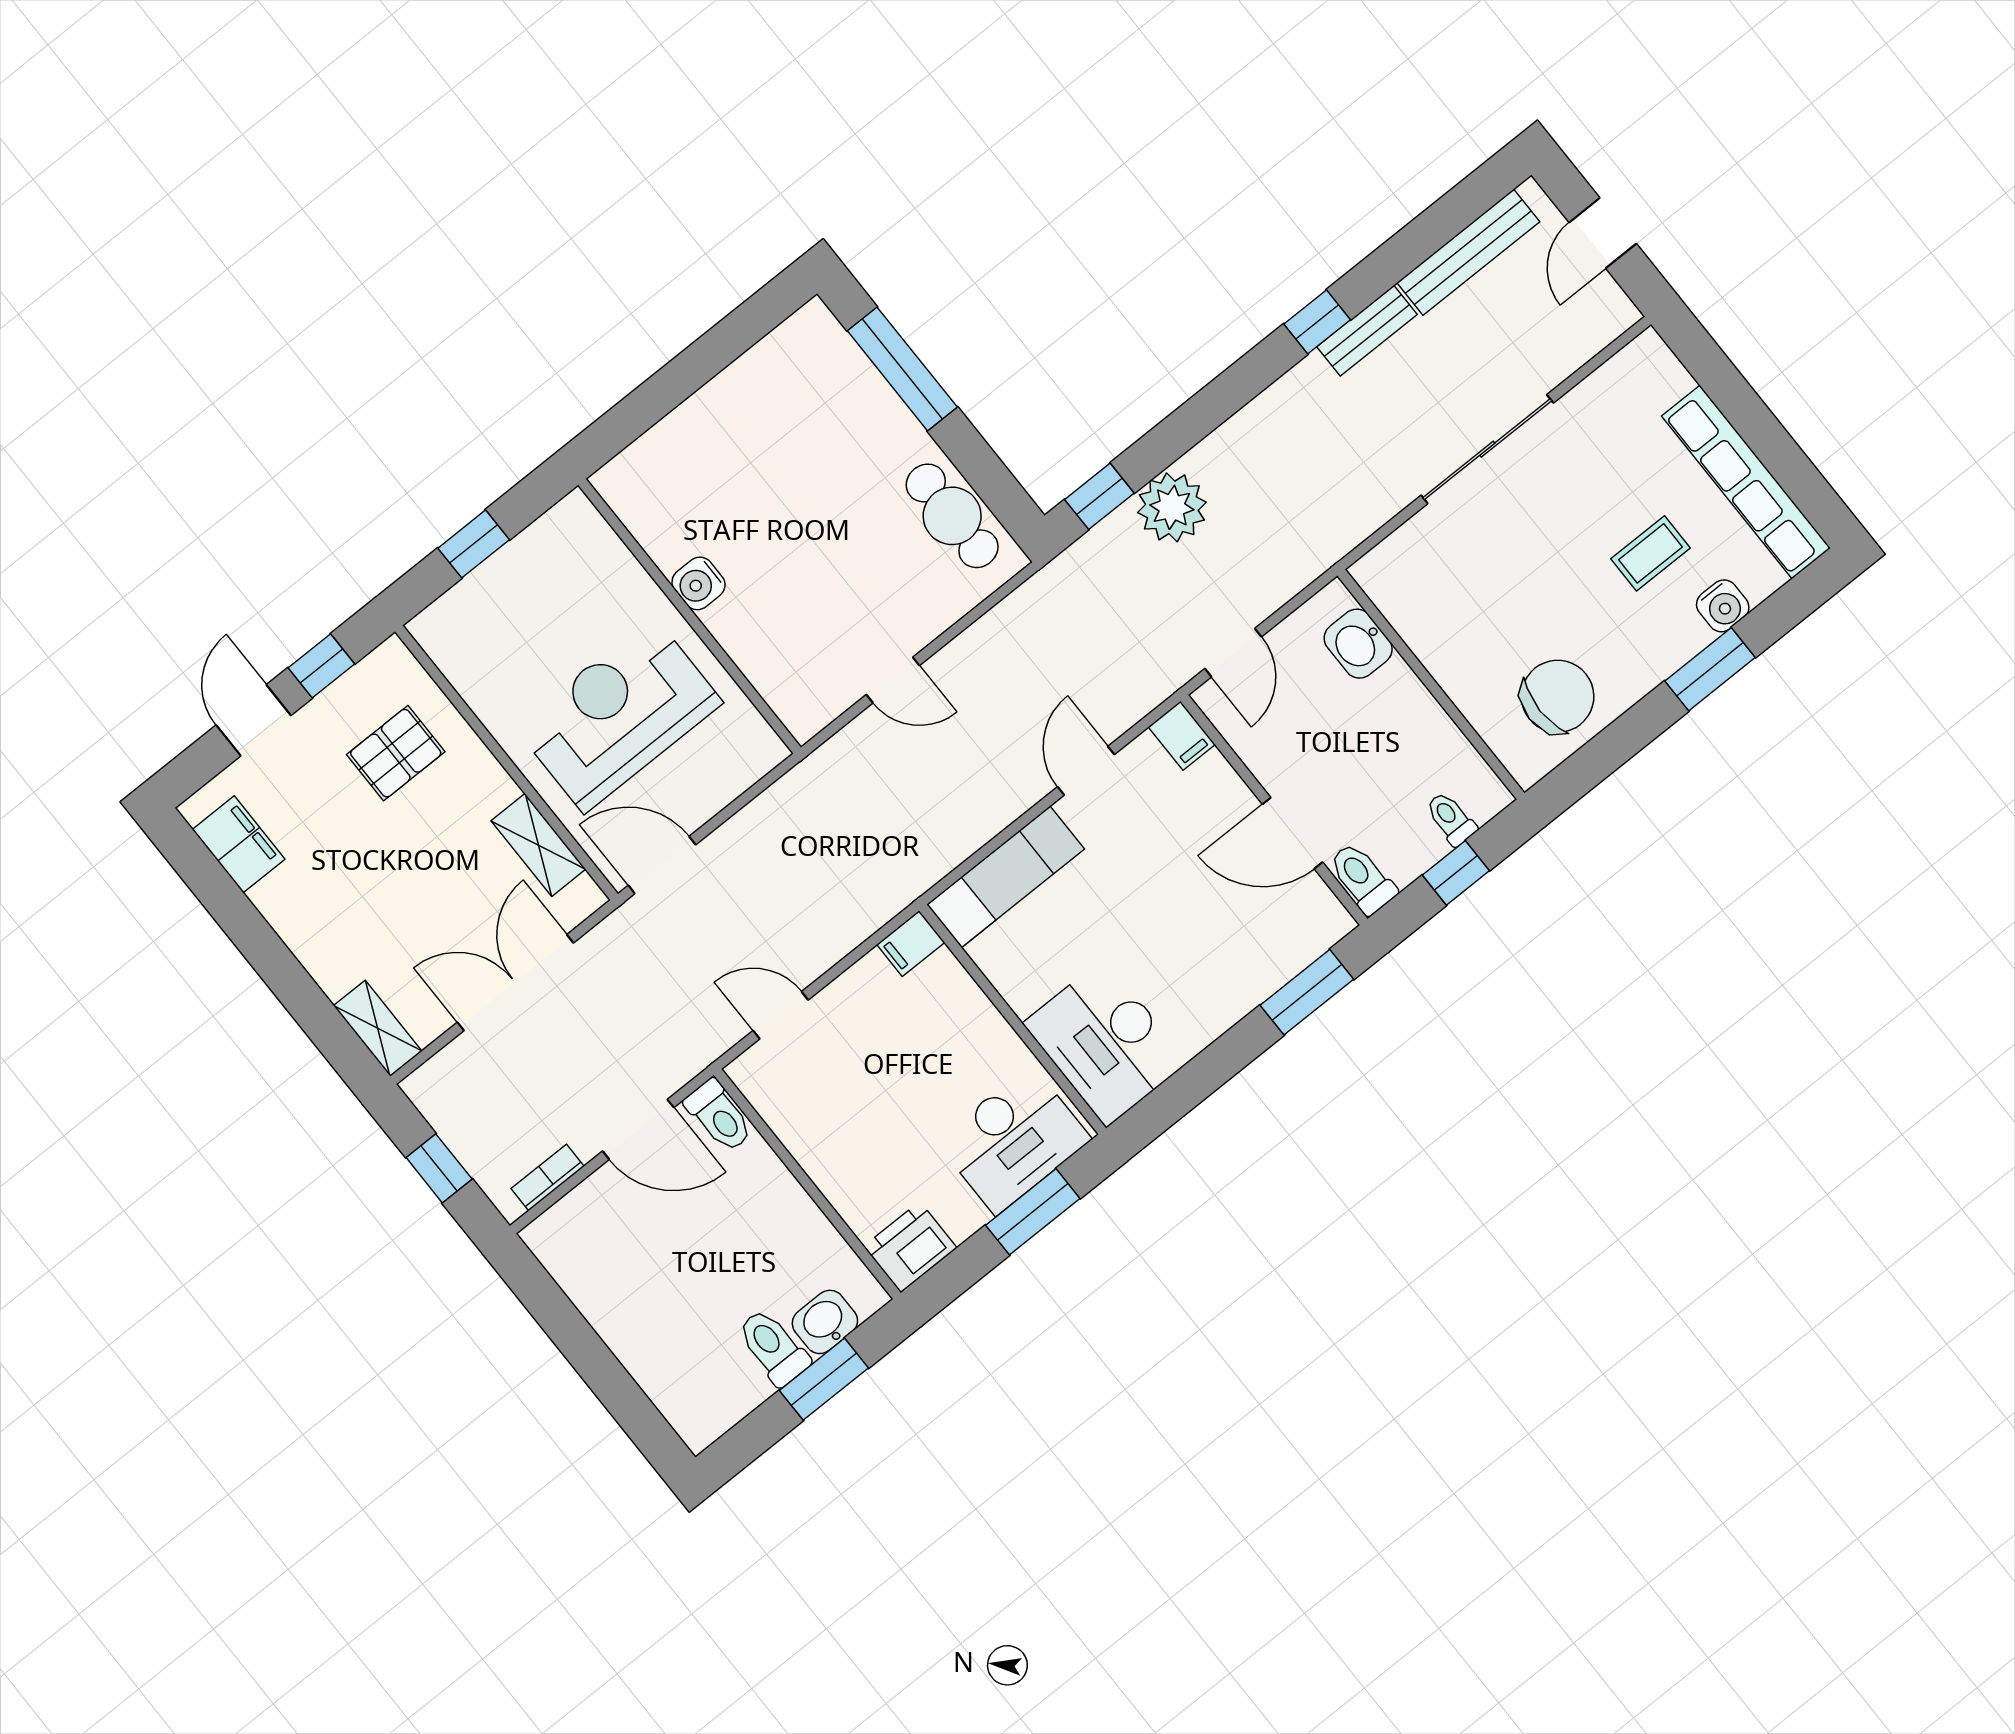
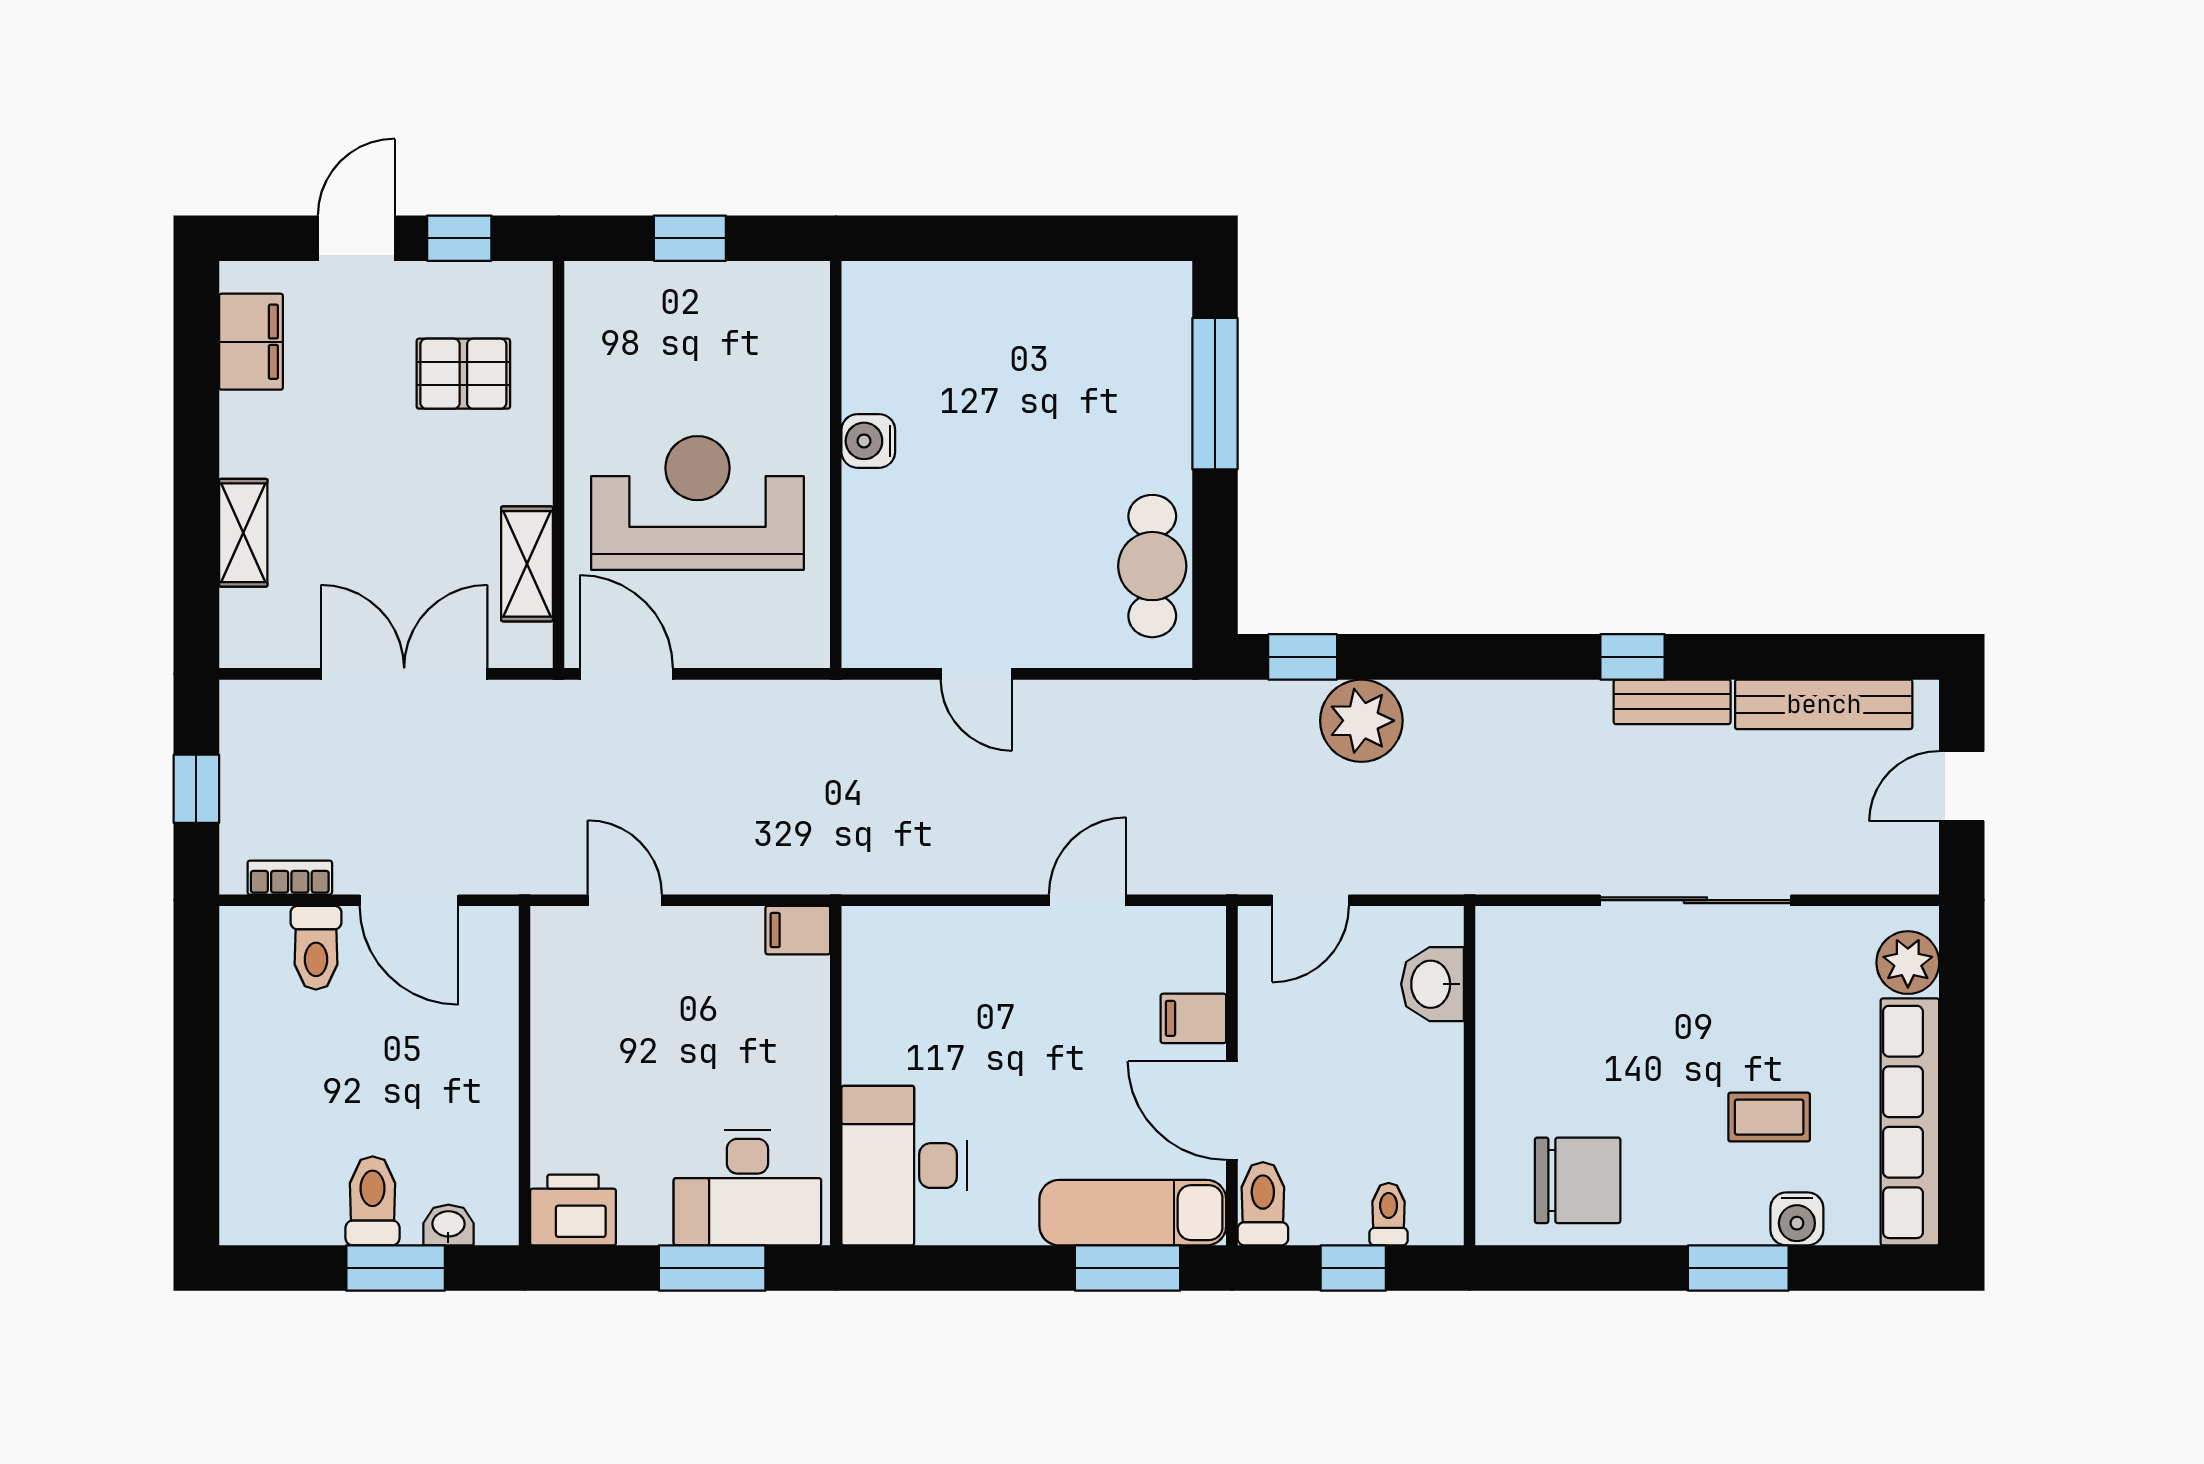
plant: (1660, 378) -> (1908, 963), added
filing cabinet: (1182, 736) -> (1193, 1018), moved, turned 90
exam couch: (1006, 877) -> (1133, 1213), moved, turned 180
shelving: (378, 1028) -> (243, 533), moved
toilet: (719, 1116) -> (316, 948), moved
washbasin: (825, 1322) -> (448, 1225), width x0.72, depth x0.69

